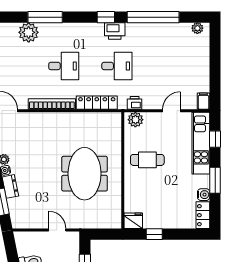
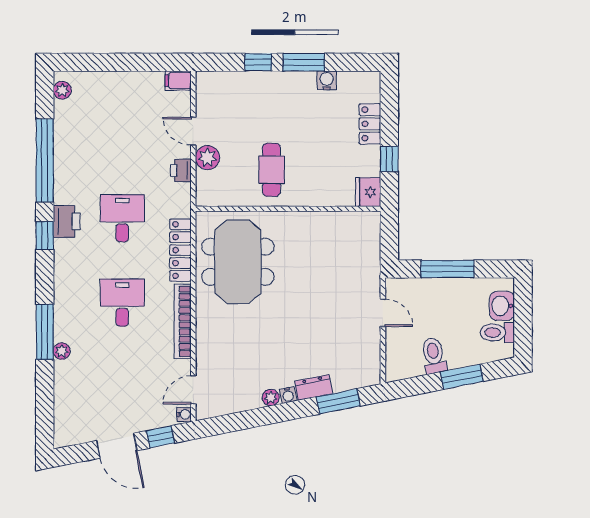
plant: (29, 32) -> (62, 351), width x0.53, depth x0.53
printer: (135, 103) -> (181, 171), moved
plant: (135, 120) -> (208, 158), moved
window: (215, 139) -> (258, 62), moved
kitchen unit: (201, 143) -> (245, 85), removed
meeting table: (85, 174) -> (238, 262), moved, turned 90
locker: (203, 215) -> (370, 124), moved, turned 90
door: (57, 230) -> (383, 313), swing flipped

